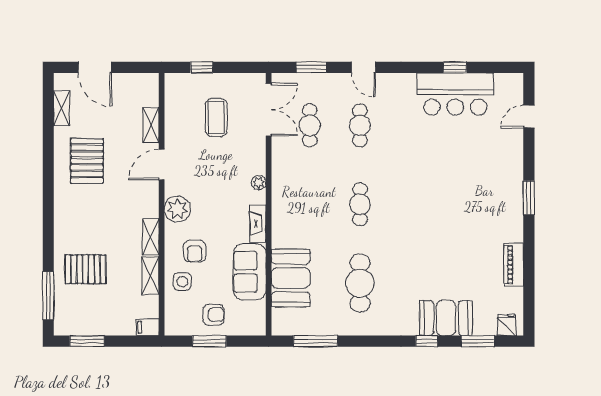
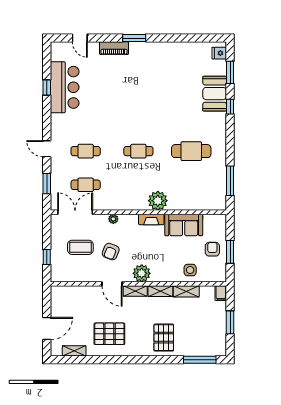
door: (364, 67) -> (47, 149), swing flipped
shelving: (151, 125) -> (135, 291), moved
plant: (259, 183) -> (113, 219), moved
plant: (286, 233) -> (158, 201), added
armchair: (195, 251) -> (111, 252), moved, turned 112
piano: (514, 265) -> (114, 48), moved
pallet: (85, 269) -> (164, 338), moved
booth: (291, 278) -> (188, 197), removed
window: (87, 341) -> (230, 322), moved

